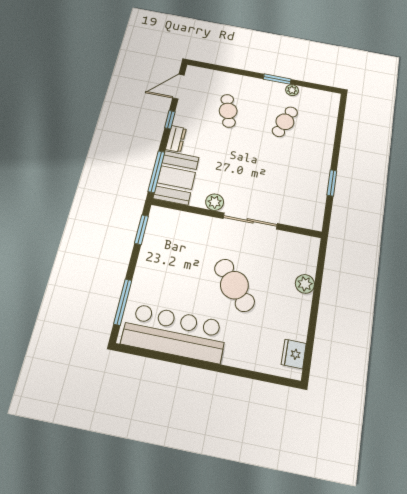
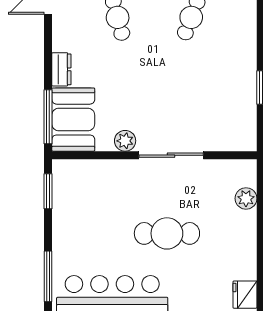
window: (170, 120) -> (48, 45), removed
plant: (305, 284) -> (246, 198), moved
cafe table: (234, 285) -> (167, 233), turned -48

